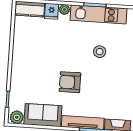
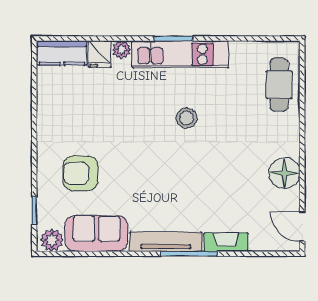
armchair: (70, 82) -> (80, 173), moved

